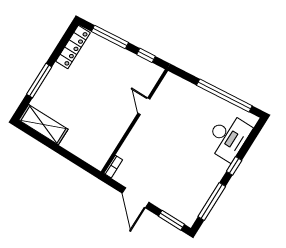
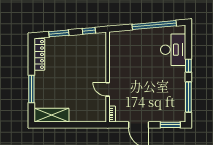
window: (110, 37) -> (59, 33), width x0.69
door: (144, 106) -> (108, 89), moved

